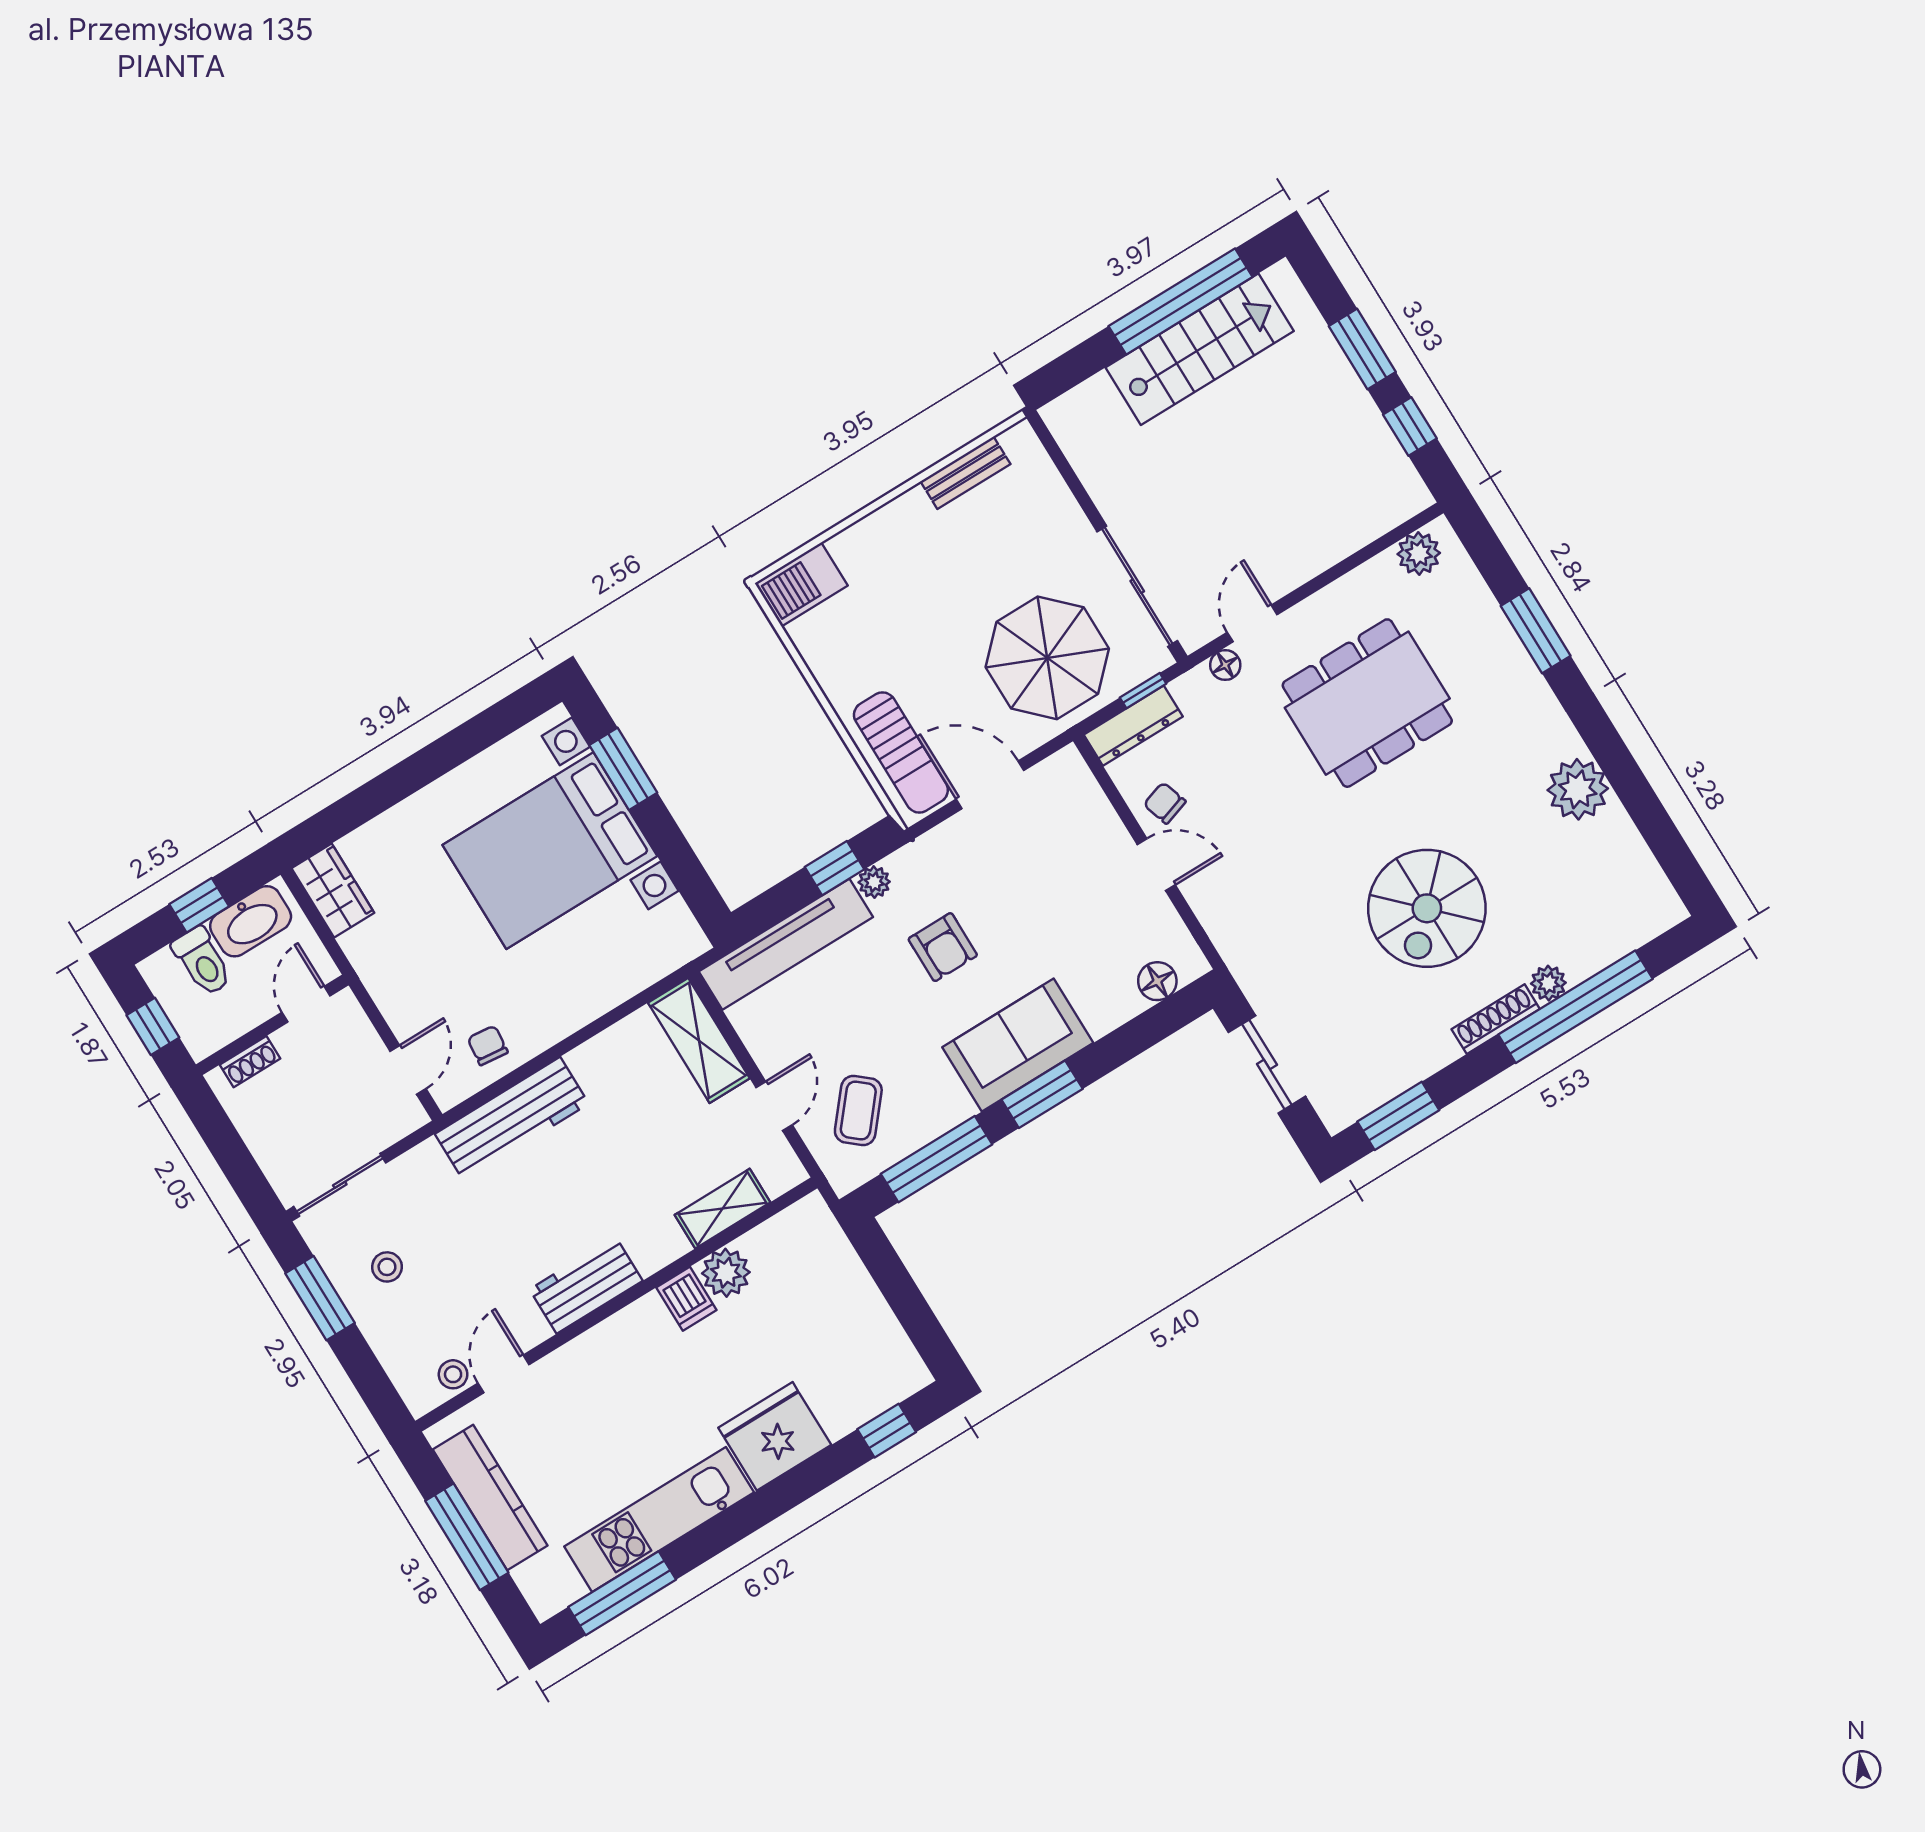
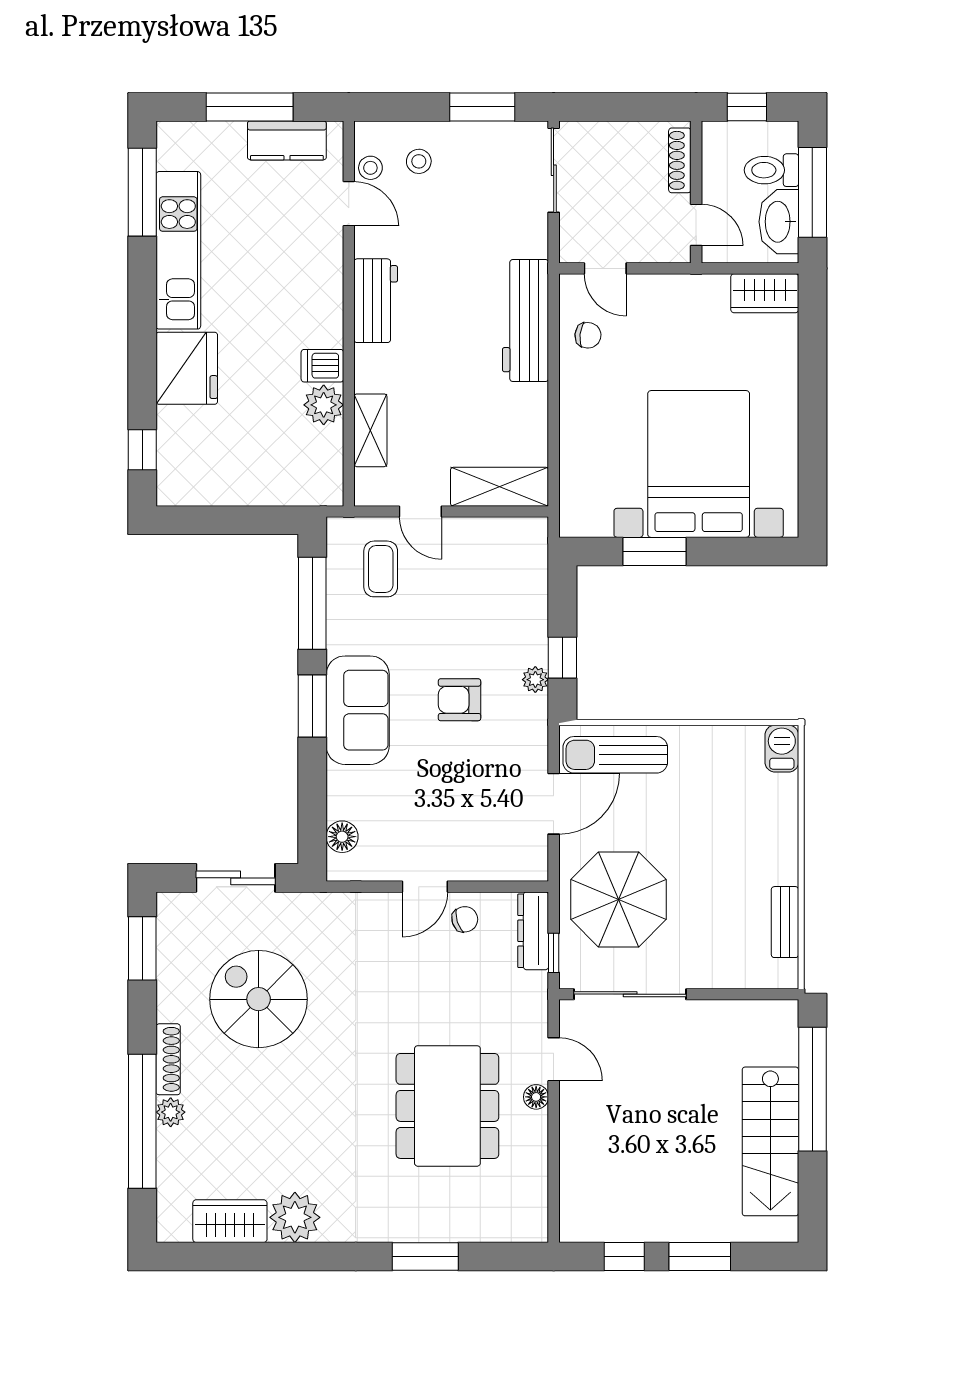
window: (1181, 302) -> (812, 1089), moved
plant: (1419, 554) -> (531, 1207), removed
barbecue: (801, 584) -> (782, 749), width x0.73, depth x0.79
floor lamp: (1225, 665) -> (536, 1097), moved
window: (623, 769) -> (654, 551), moved
wardrobe: (1623, 854) -> (230, 1221), added
window: (199, 905) -> (812, 192), width x2.17
spiral stairs: (1427, 908) -> (259, 999), moved
tv unit: (786, 944) -> (530, 590), removed
shoe rack: (250, 1062) -> (680, 160), width x1.43
coffee table: (858, 1111) -> (381, 569), turned 50
stool: (387, 1267) -> (419, 161), moved
kitchen counter: (490, 1498) -> (287, 140), width x0.67

